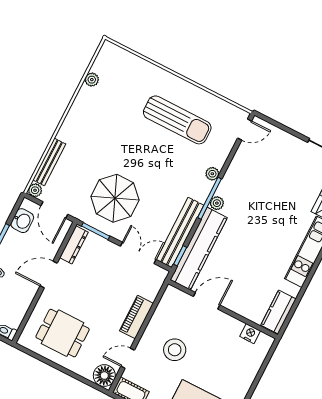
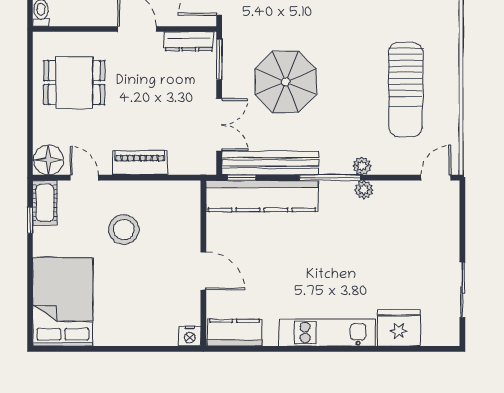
door: (245, 130) -> (436, 178), swing flipped
parasol: (115, 198) -> (286, 82), moved
plant: (217, 203) -> (364, 190), moved
door: (207, 301) -> (203, 271), moved
dining table: (63, 333) -> (74, 83), turned 90
nightstand: (250, 334) -> (190, 336), moved, turned 90

